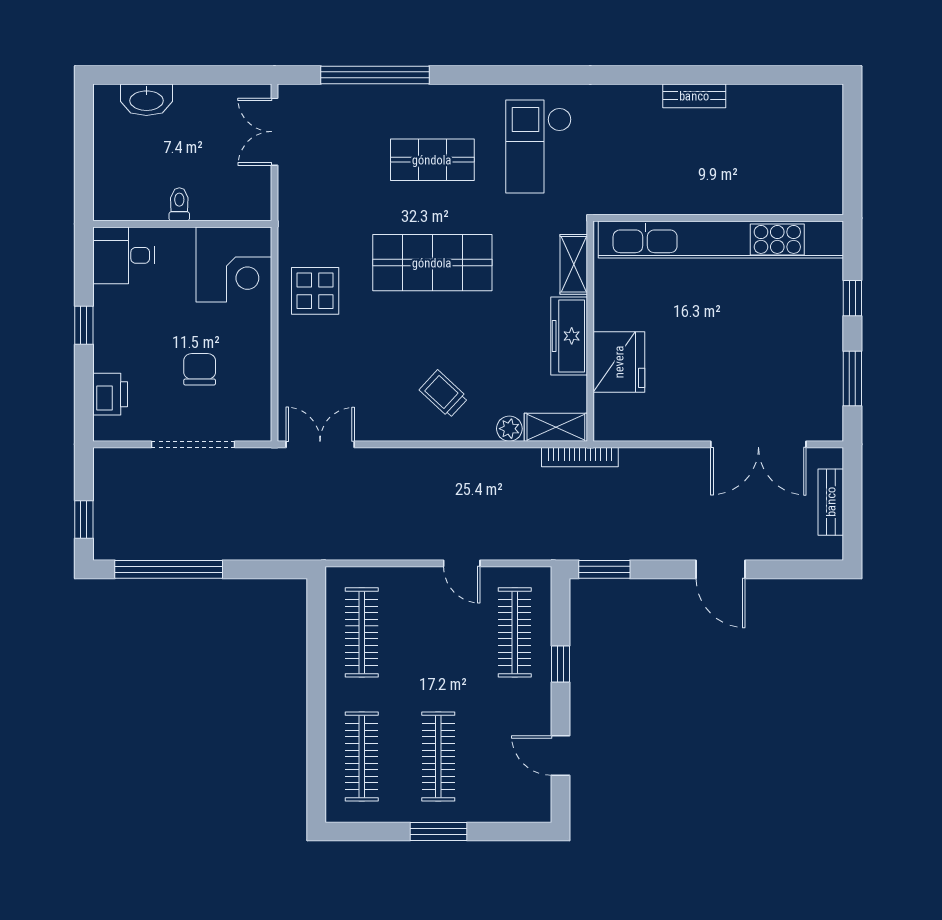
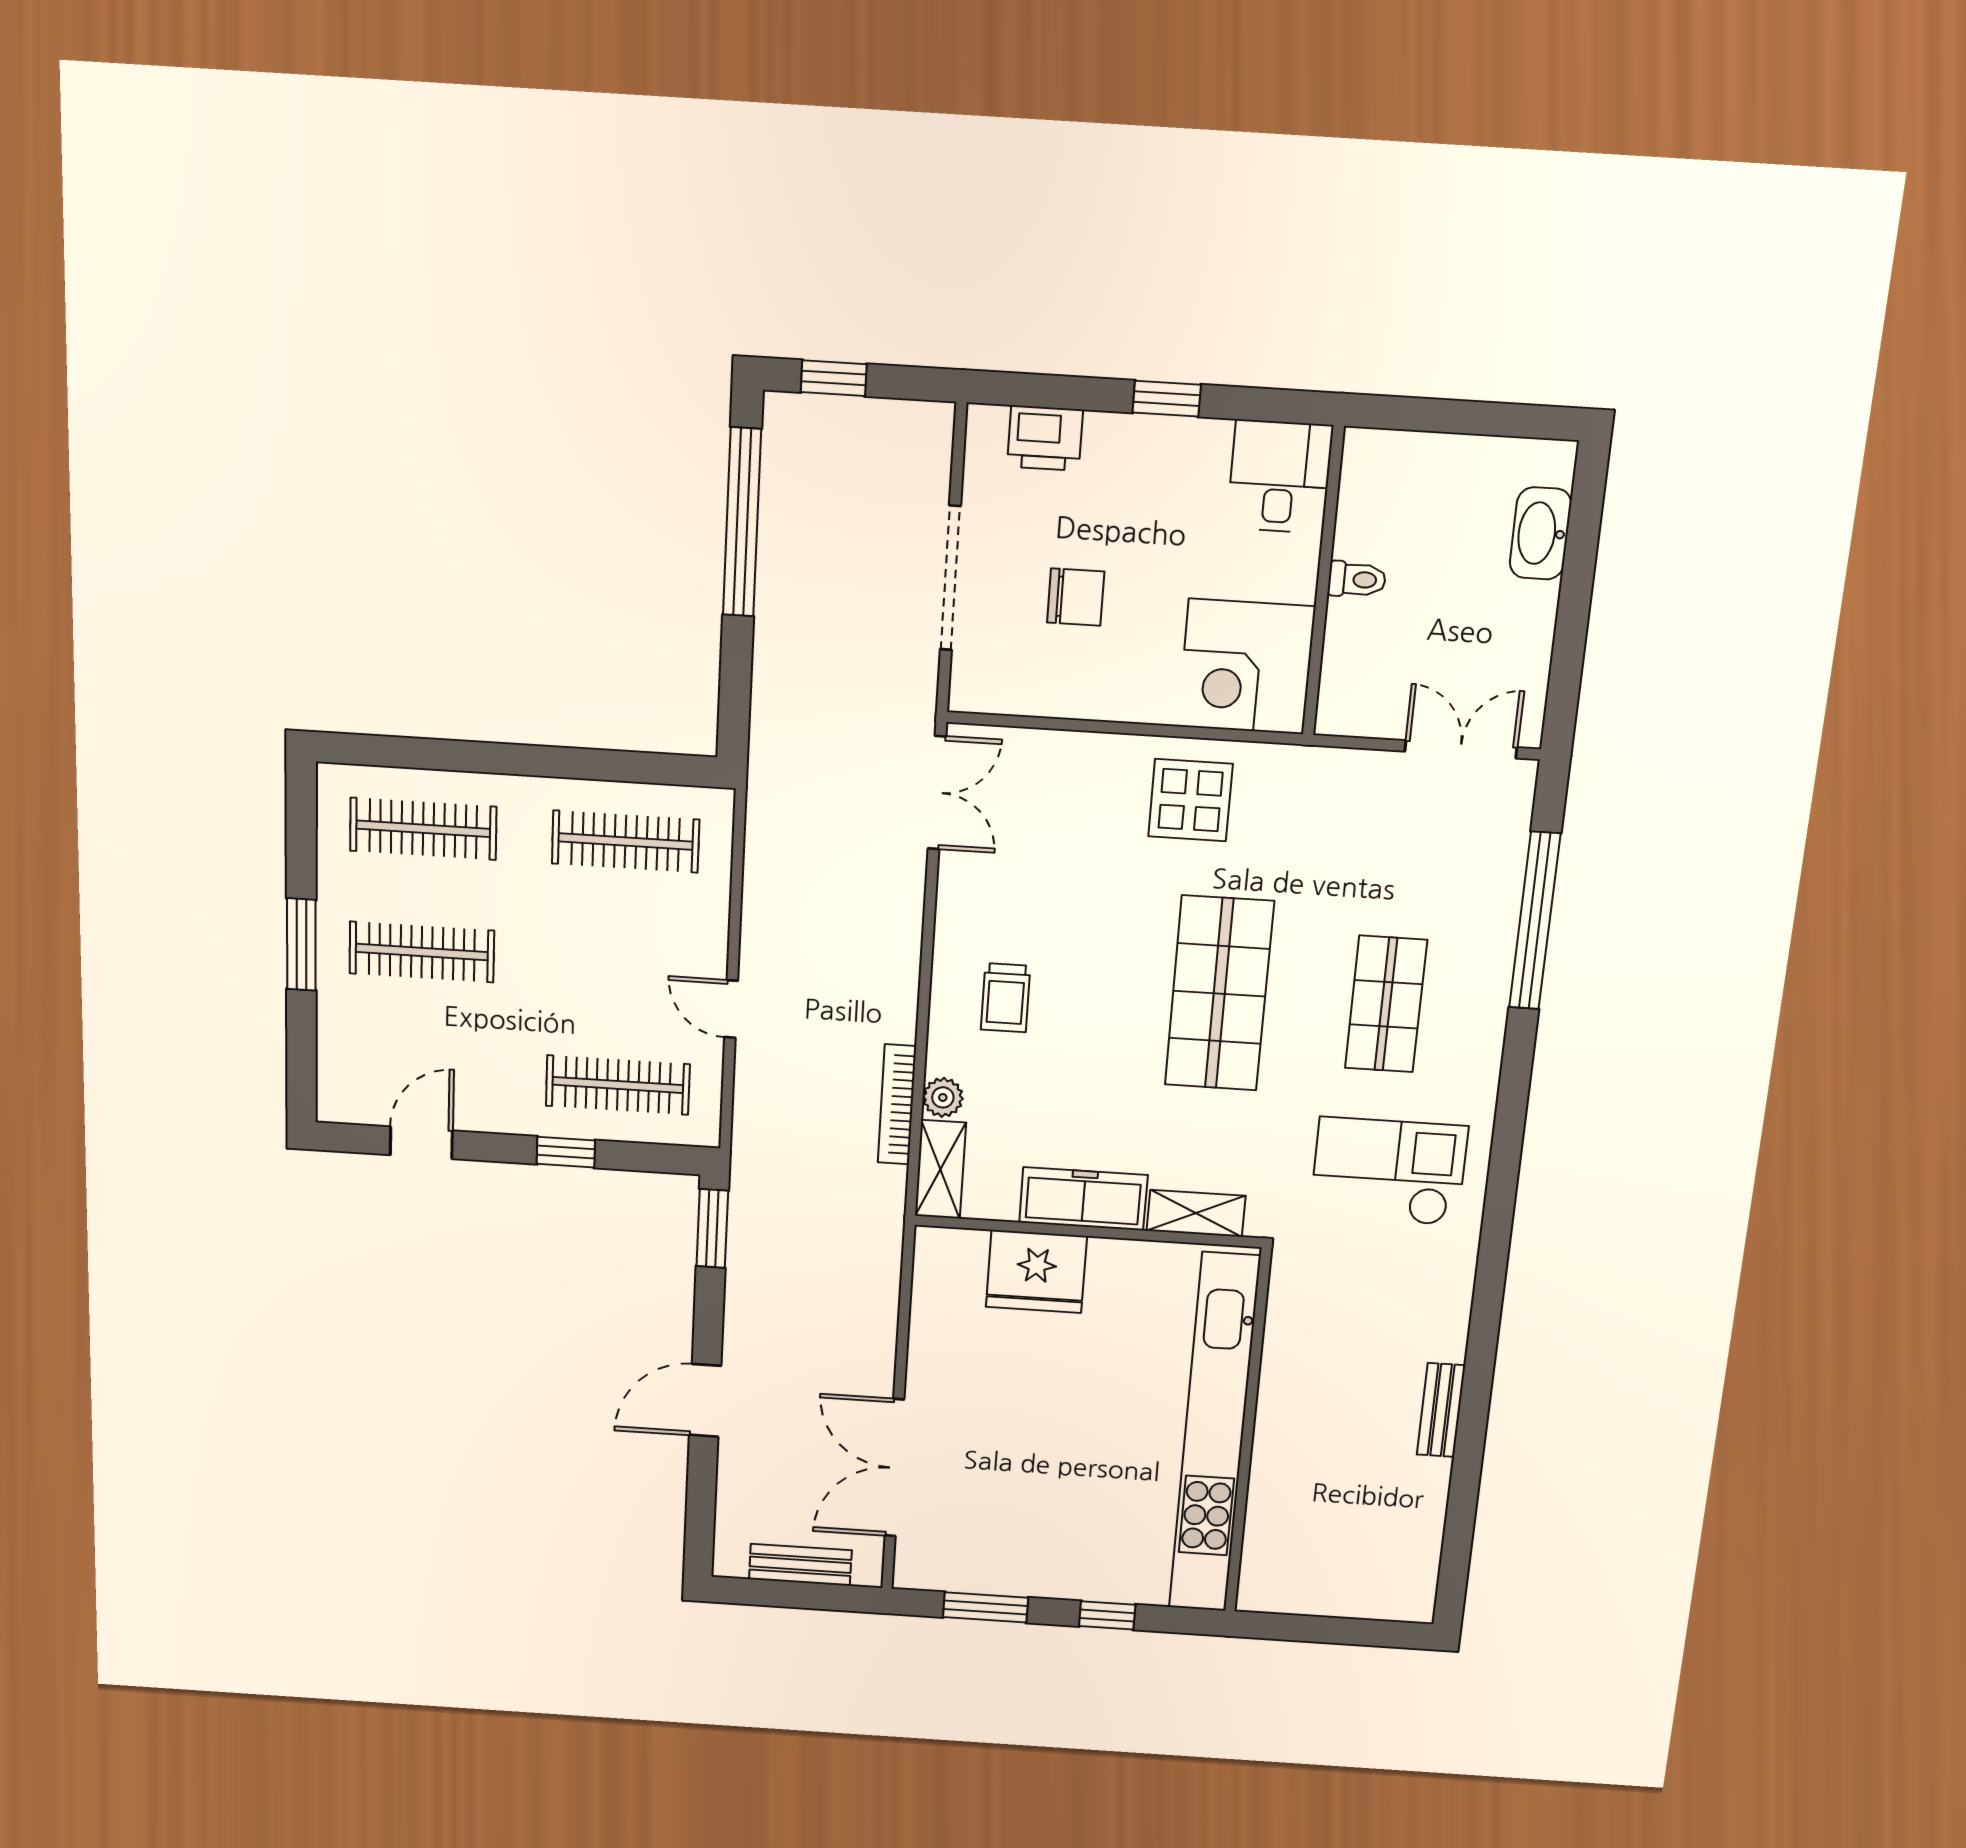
trolley: (444, 394) -> (1006, 998), turned 137
bookcase: (580, 457) -> (897, 1104), moved
door: (462, 563) -> (731, 1009), hinge flipped

